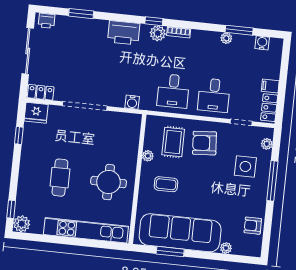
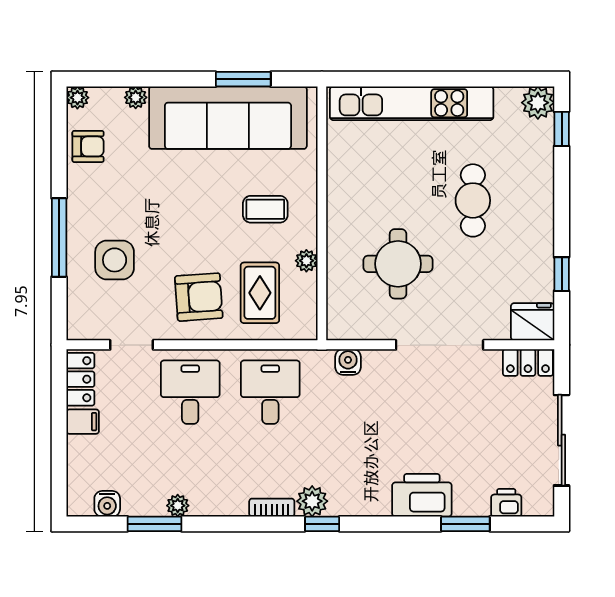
printer: (47, 21) -> (506, 503), moved
printer: (124, 33) -> (422, 495), moved
plant: (267, 144) -> (77, 98), moved
round table: (109, 182) -> (398, 264), moved

